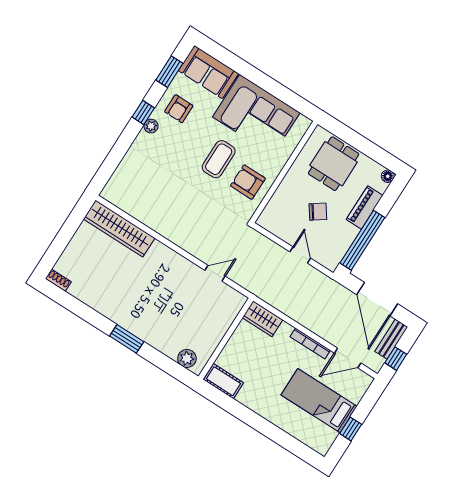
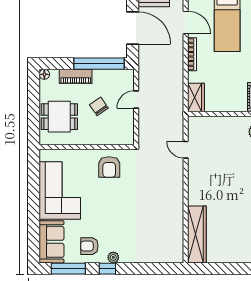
window: (169, 72) -> (68, 269), width x1.44
armchair: (179, 109) -> (89, 246), turned 180
coffee table: (219, 159) -> (106, 197), removed
door: (377, 299) -> (133, 28), hinge flipped

